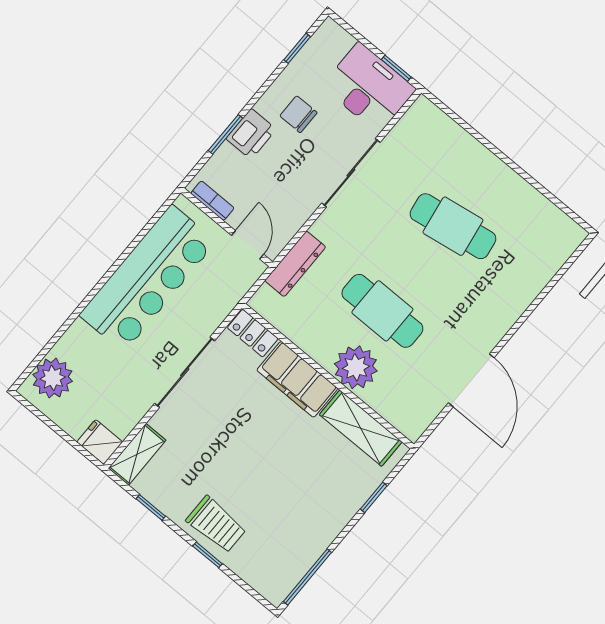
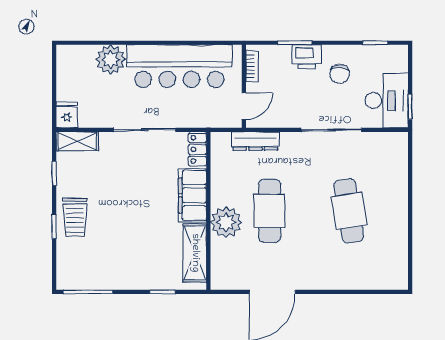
chair: (298, 114) -> (340, 74), turned 180
plant: (53, 378) -> (111, 59), moved

